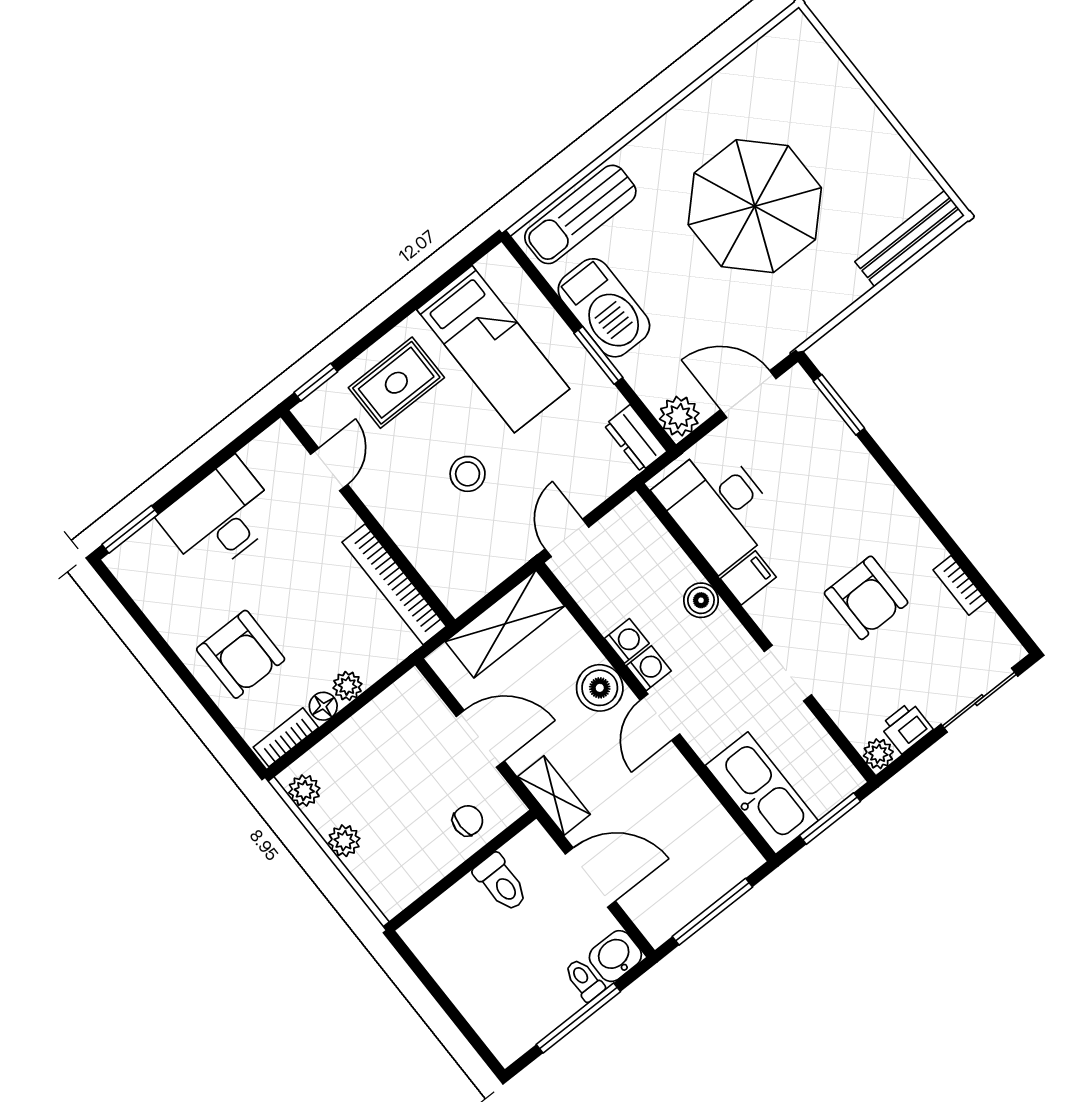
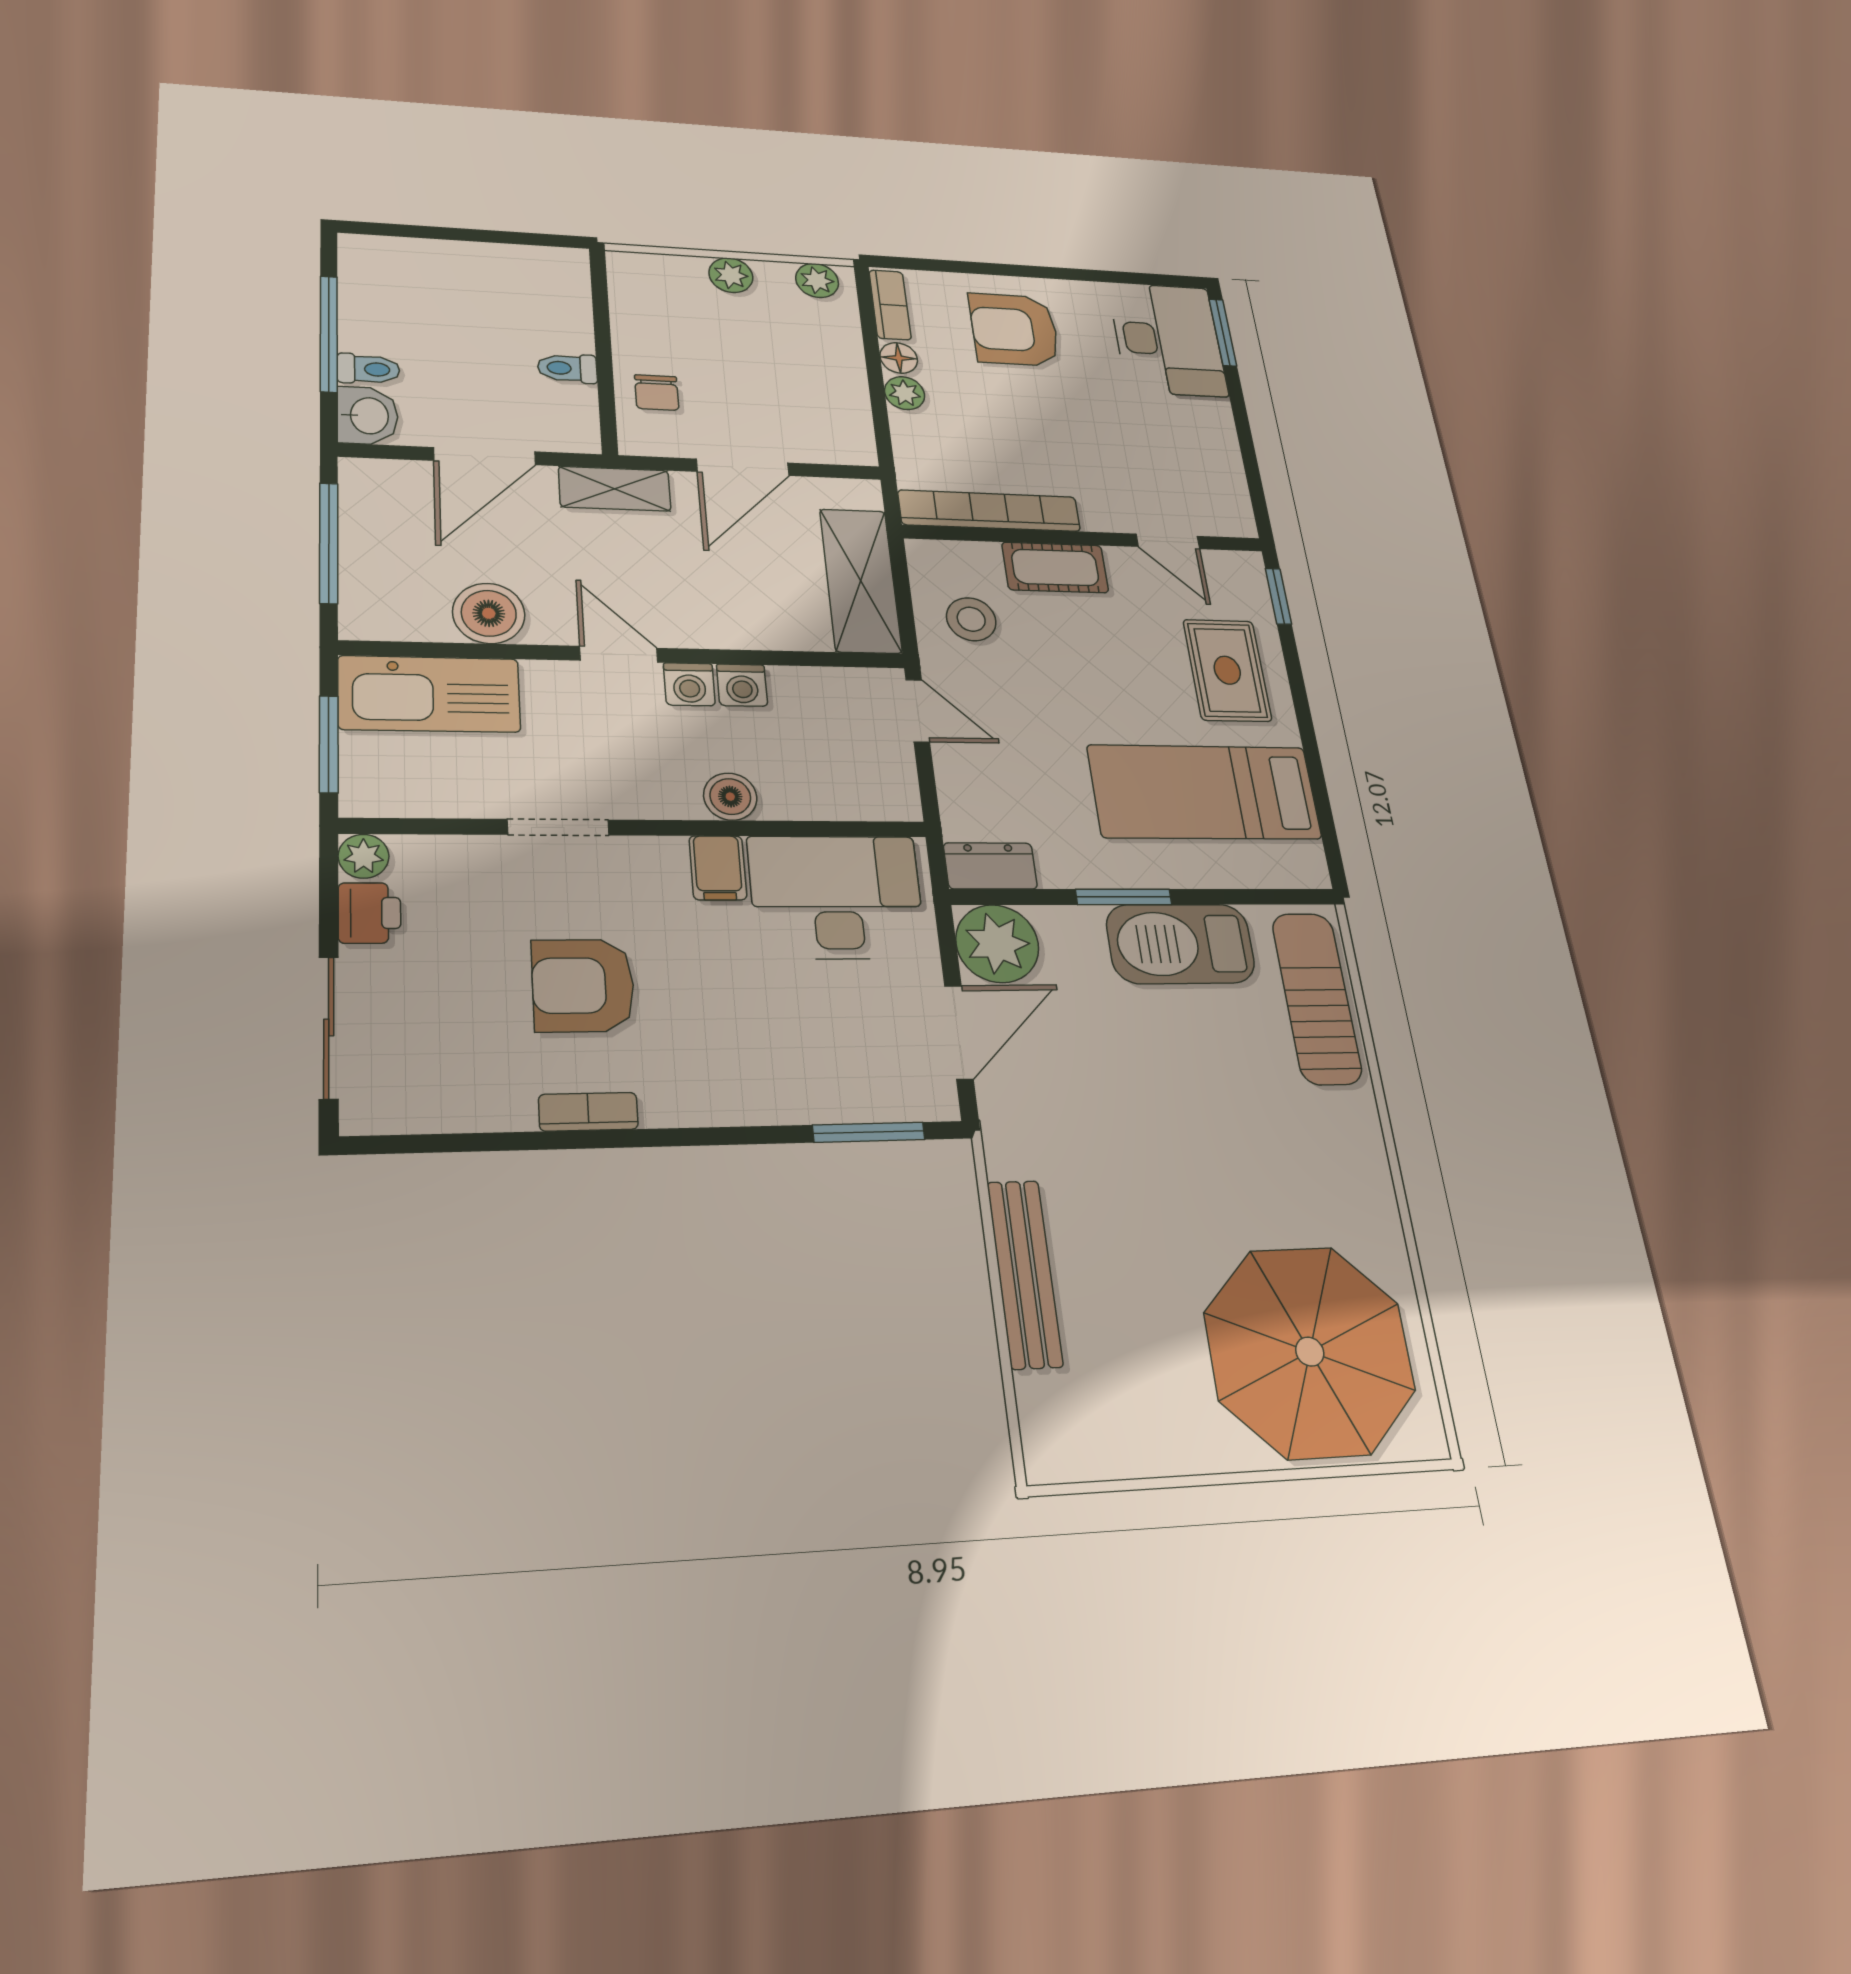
parasol: (755, 206) -> (1310, 1352), moved
bench: (910, 239) -> (1025, 1274), moved
plant: (679, 416) -> (997, 944), width x1.36, depth x1.36
stool: (468, 474) -> (971, 619), moved
desk: (220, 517) -> (1168, 339), moved
cot: (404, 523) -> (1055, 567), added
bookcase: (960, 585) -> (588, 1112), moved
boiler: (600, 688) -> (489, 613), moved
toilet: (501, 883) -> (567, 368), width x0.73, depth x0.72

